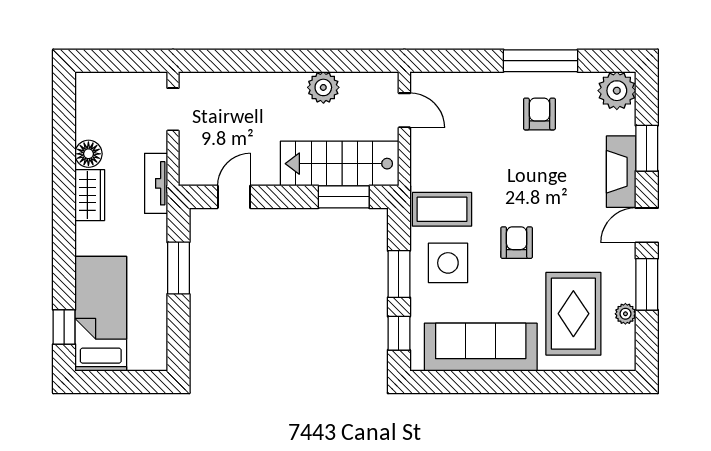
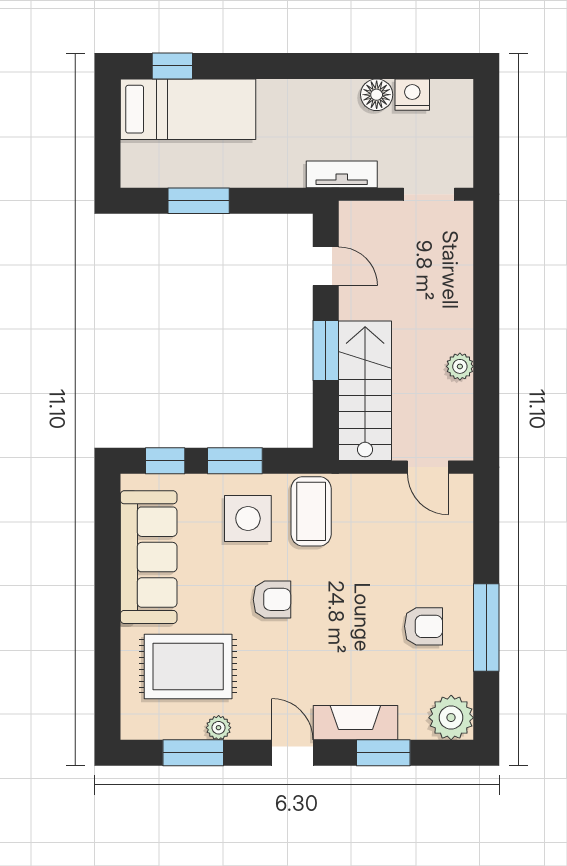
plant: (323, 87) -> (460, 366), width x0.73, depth x0.73
door: (404, 110) -> (428, 467), hinge flipped
nightstand: (88, 124) -> (412, 95), added
wardrobe: (90, 195) -> (328, 96), removed
window: (344, 197) -> (326, 350), moved
window: (178, 268) -> (199, 201), moved
window: (647, 284) -> (193, 753), moved
plant: (625, 314) -> (219, 728), moved

